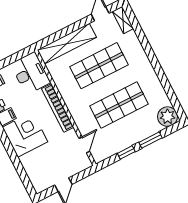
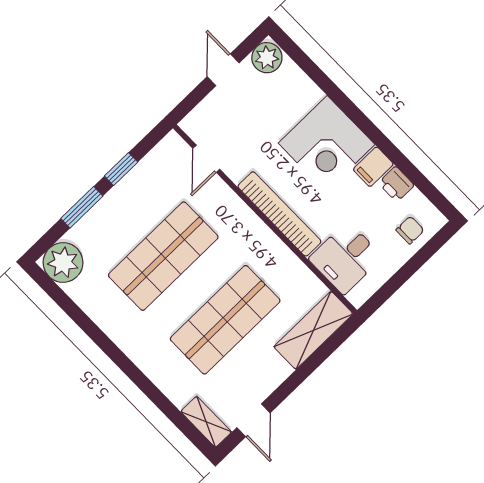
shelving: (67, 44) -> (313, 330), width x0.68
desk: (30, 73) -> (346, 258), width x0.73
plant: (41, 184) -> (267, 58), added

